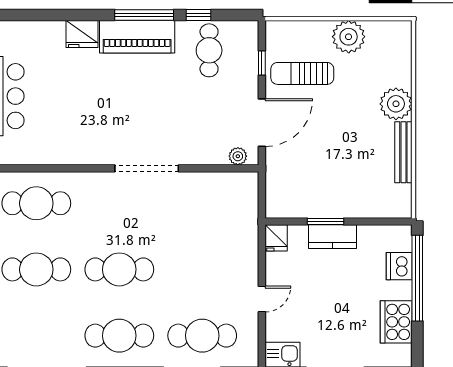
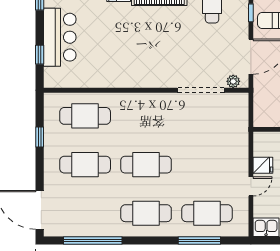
doorway: (147, 168) -> (201, 90), moved
fridge: (276, 238) -> (263, 165), moved, turned -90

